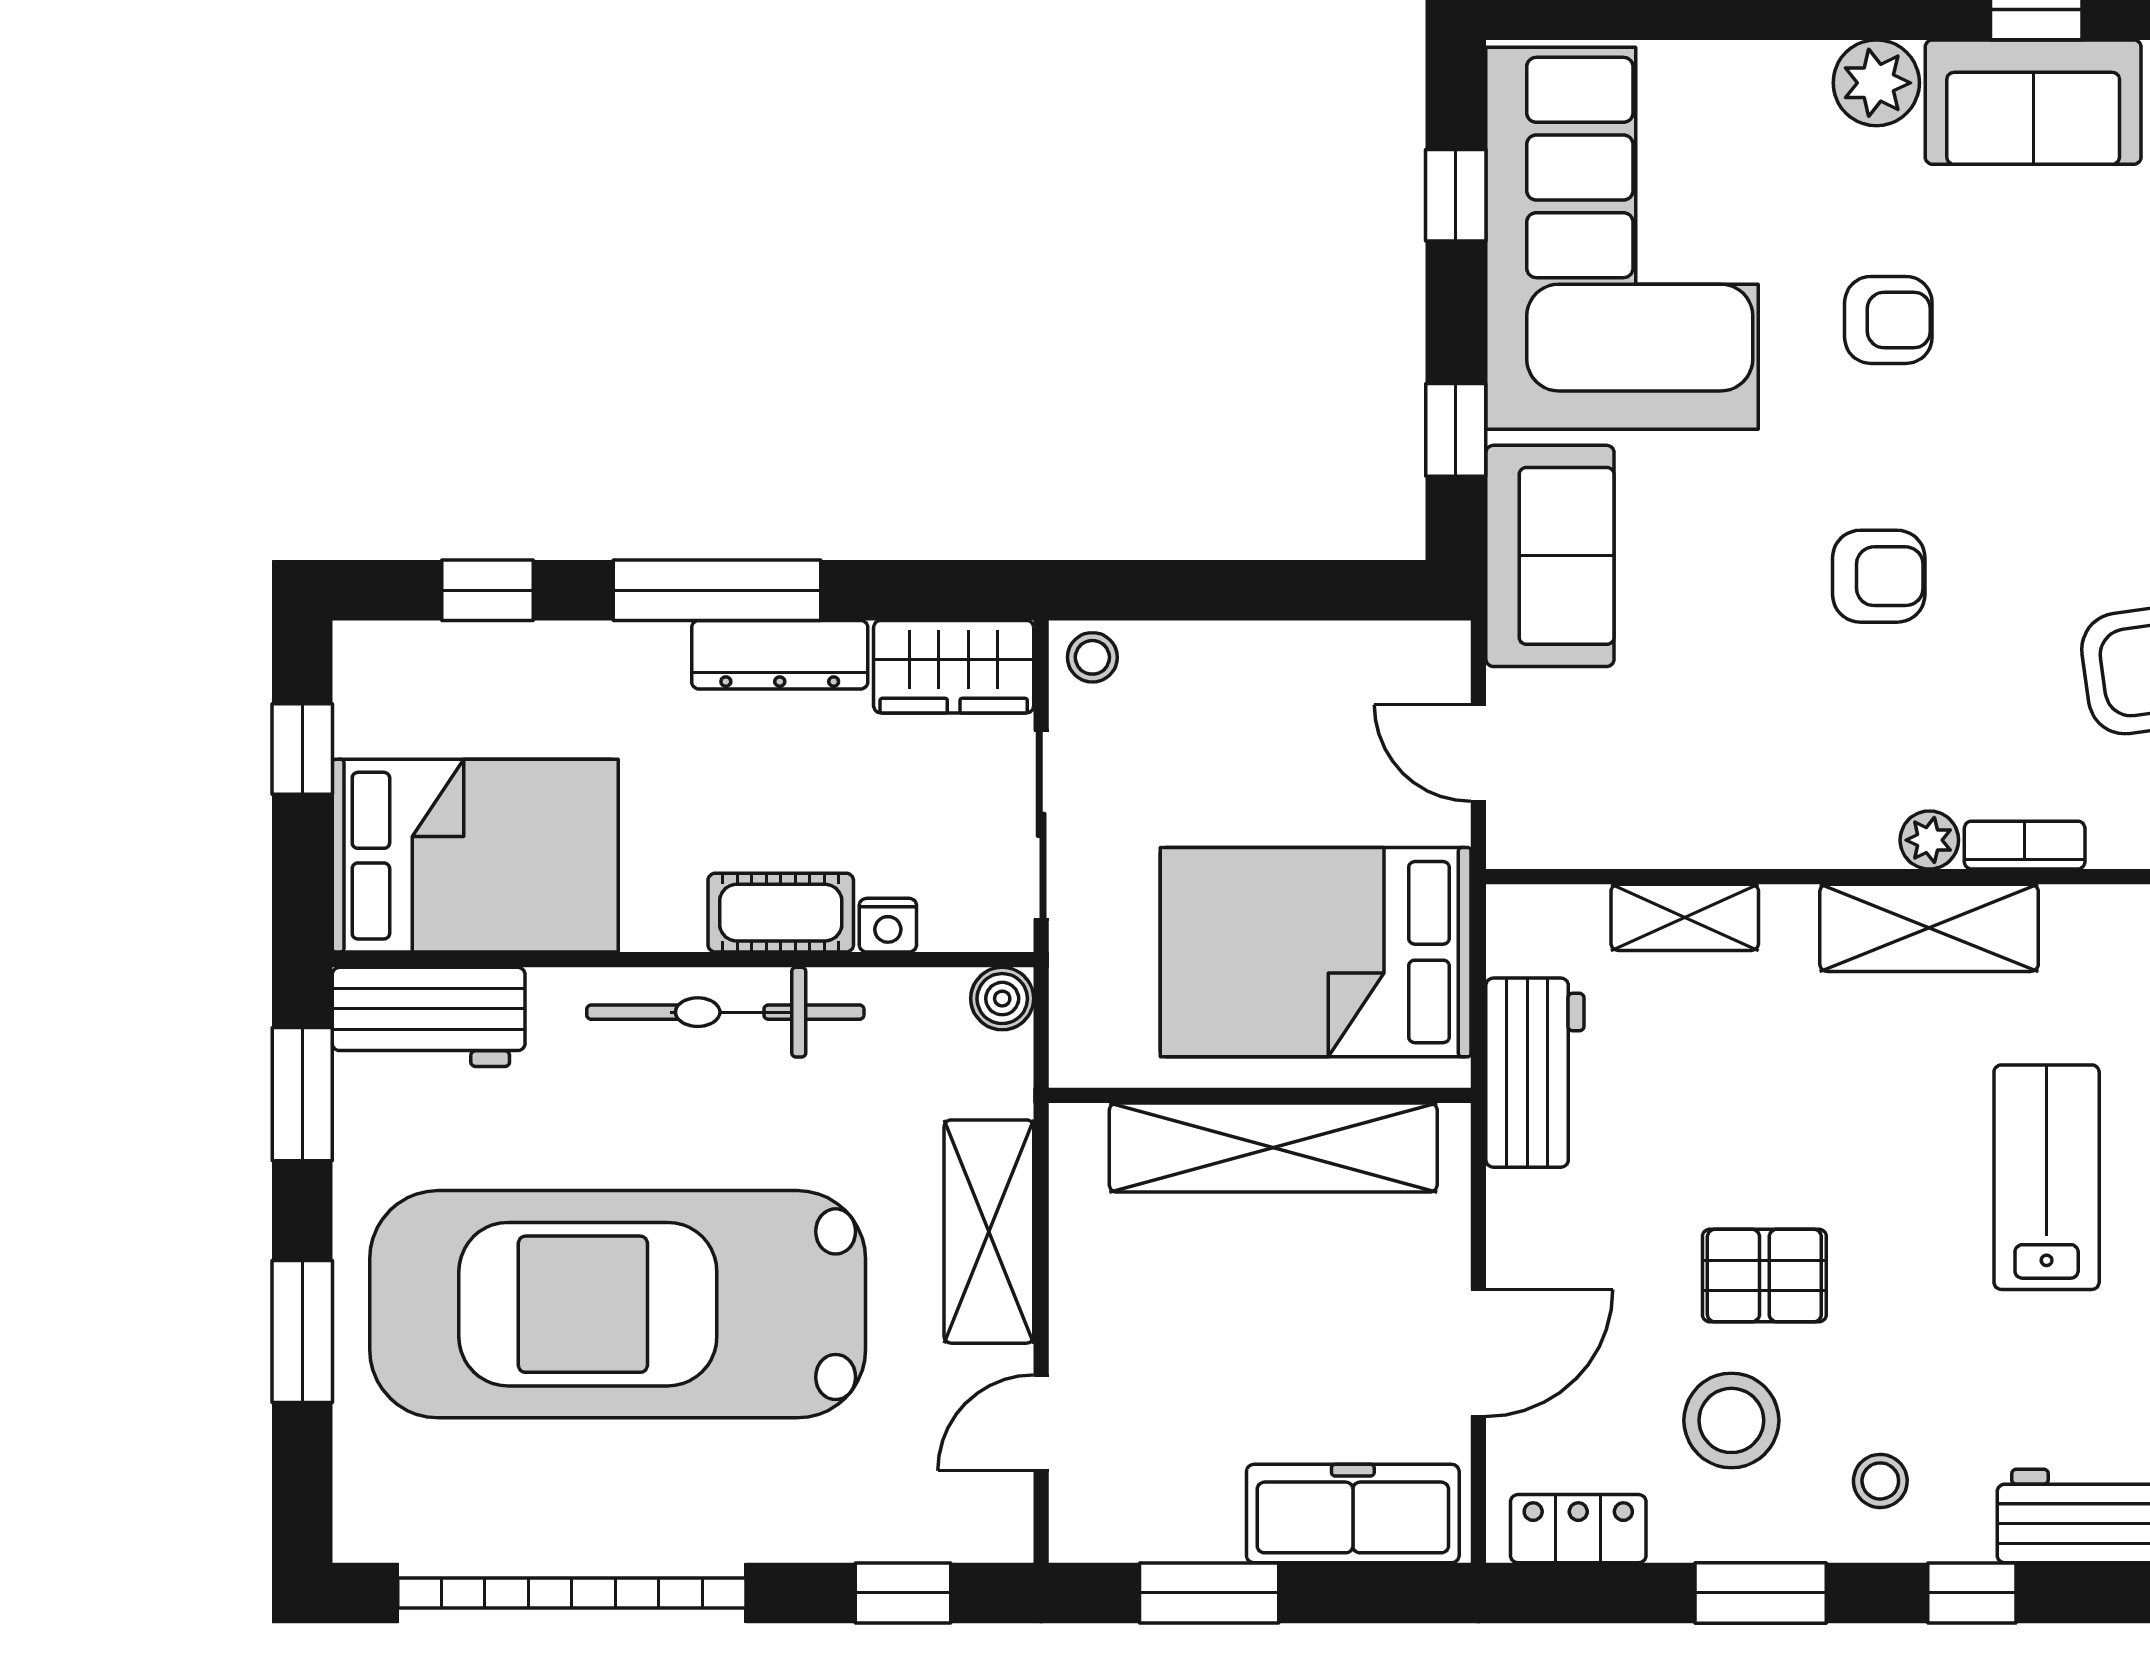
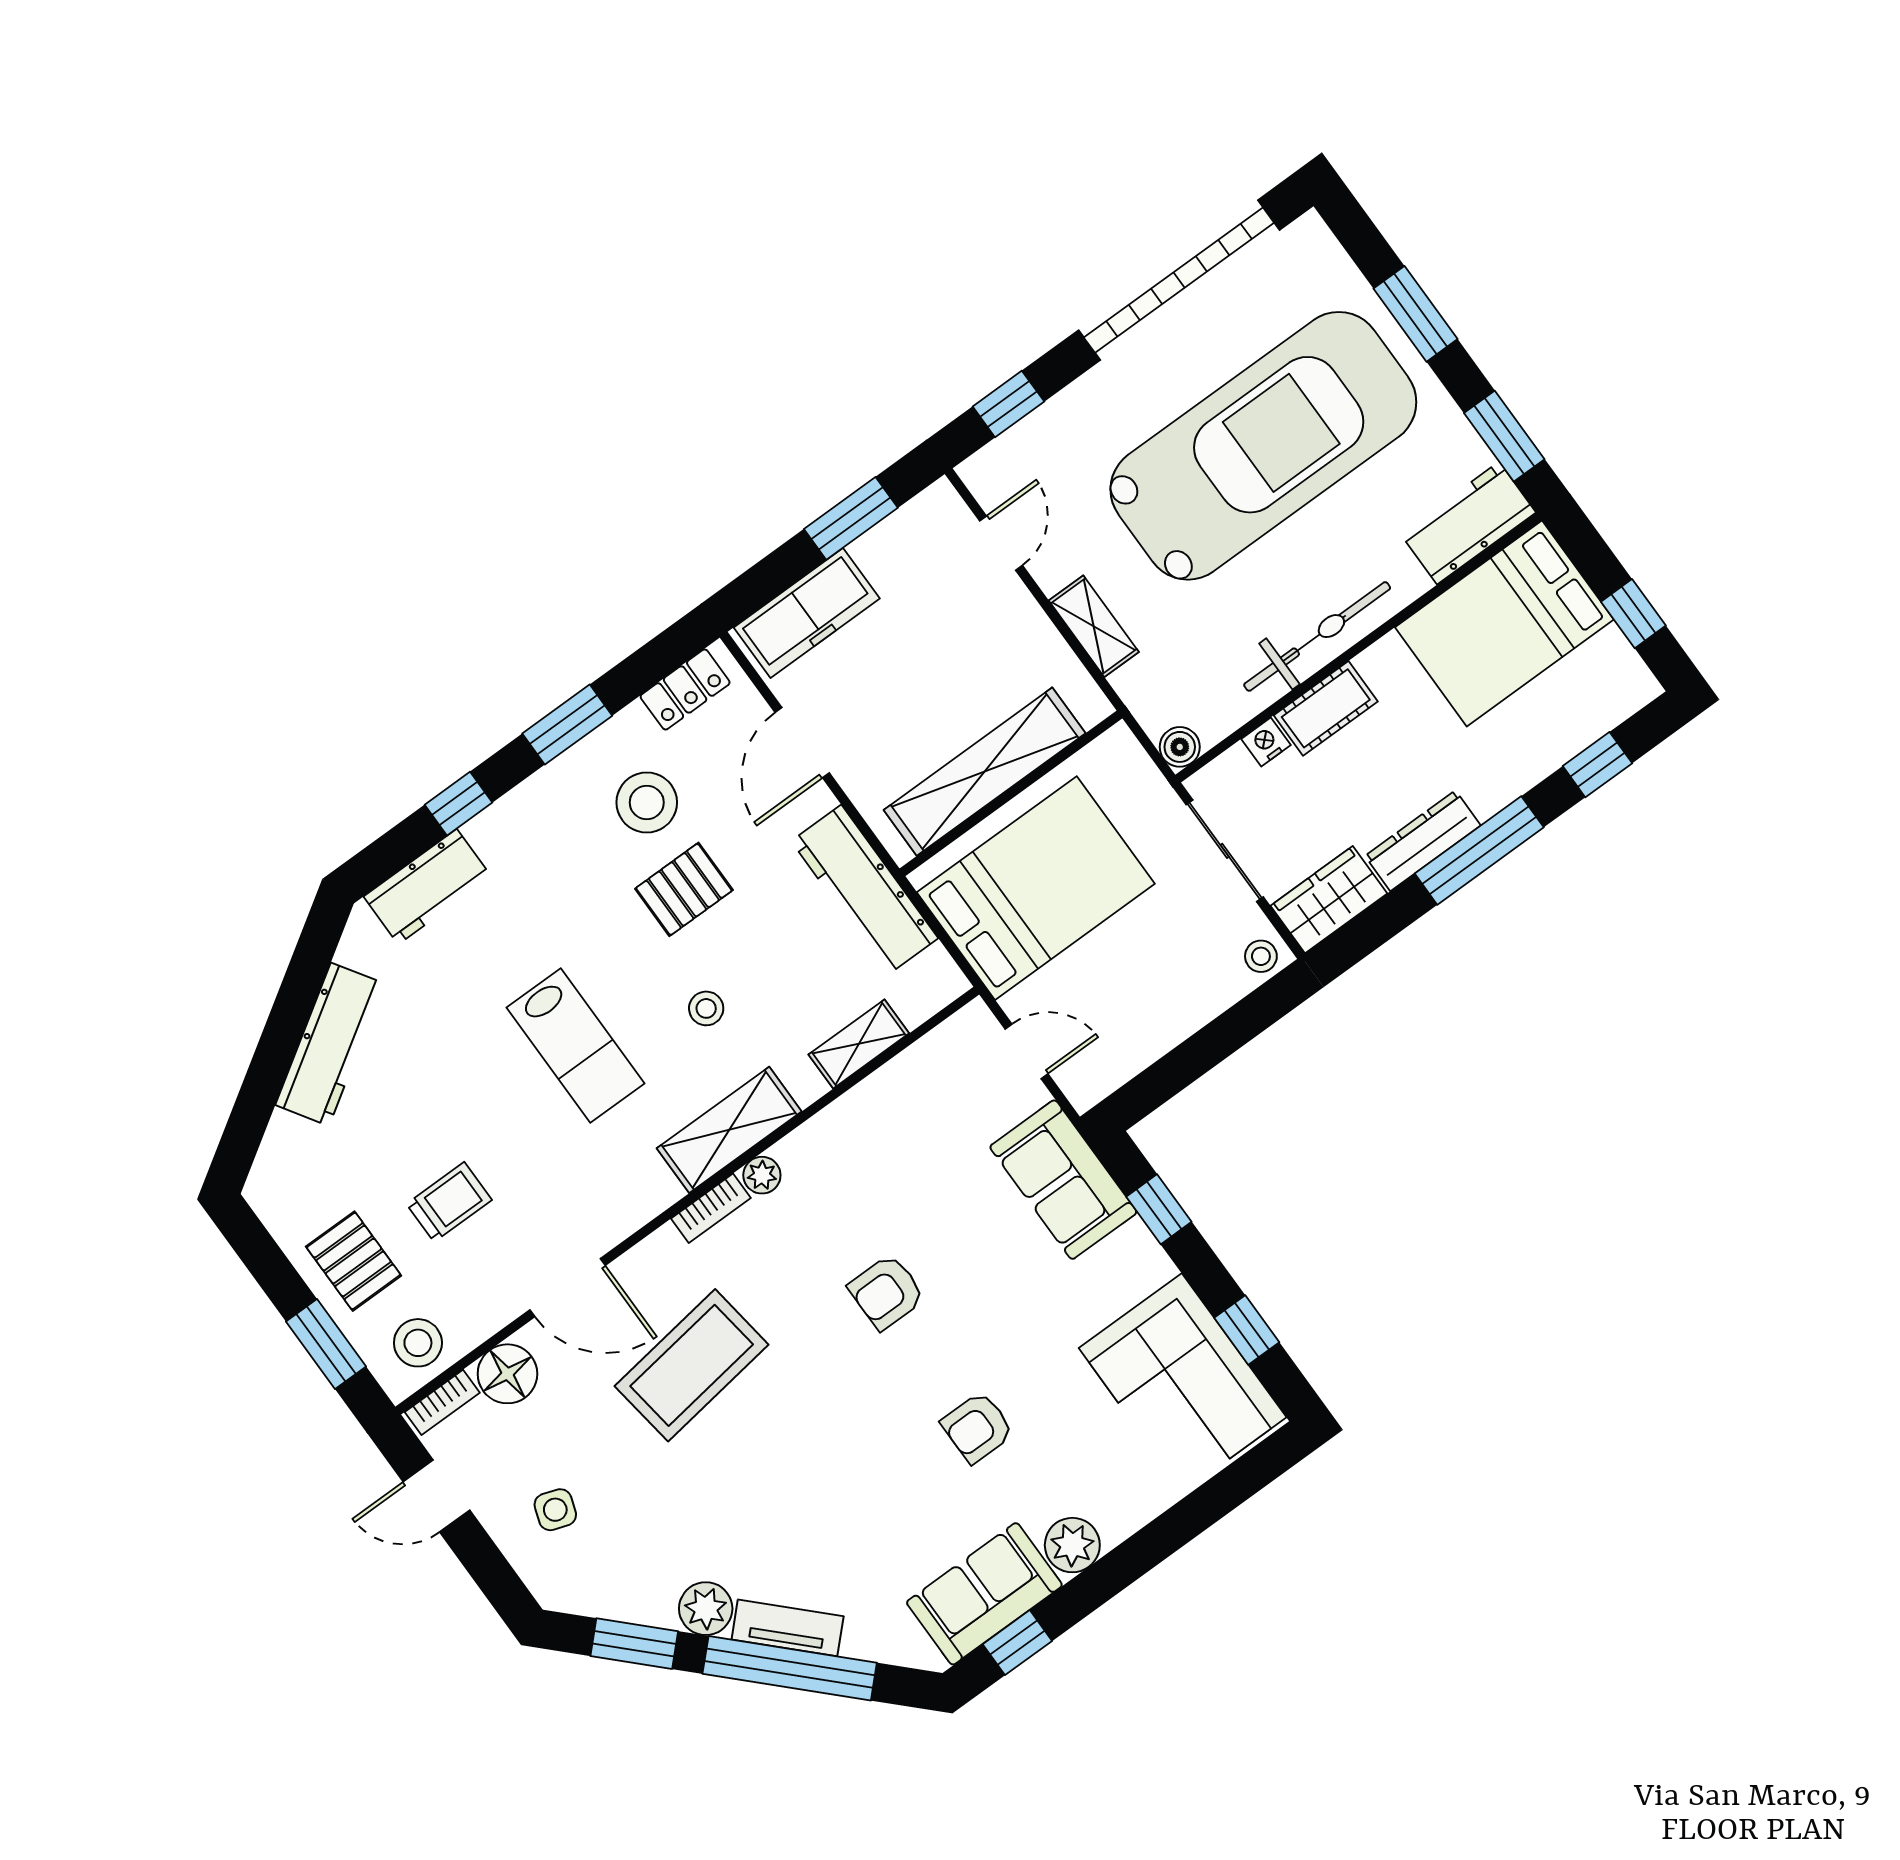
corner sofa: (1622, 238) -> (1183, 1383), width x0.73, depth x0.74
workbench: (1535, 1073) -> (865, 890), width x1.38
shelving: (989, 1232) -> (1094, 626), width x0.67, depth x0.75
stool: (1880, 1481) -> (706, 1008), moved

